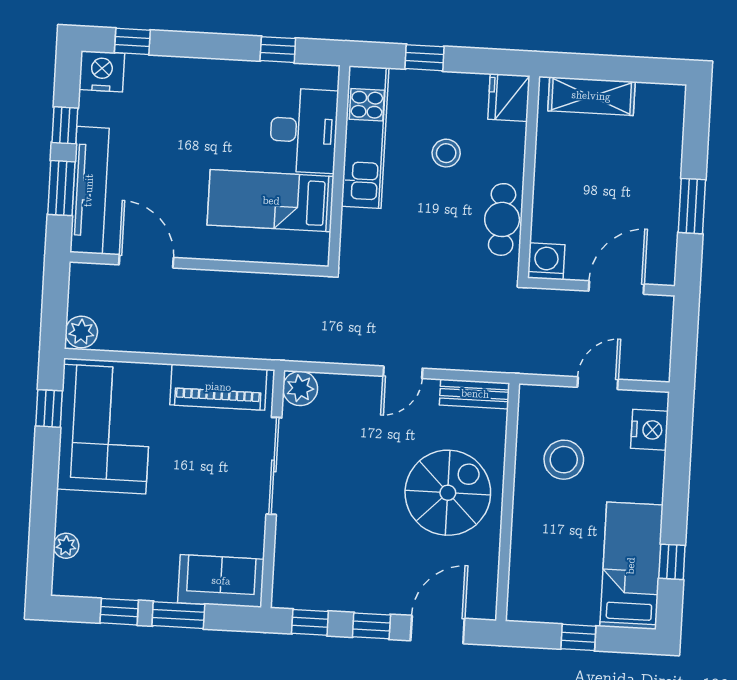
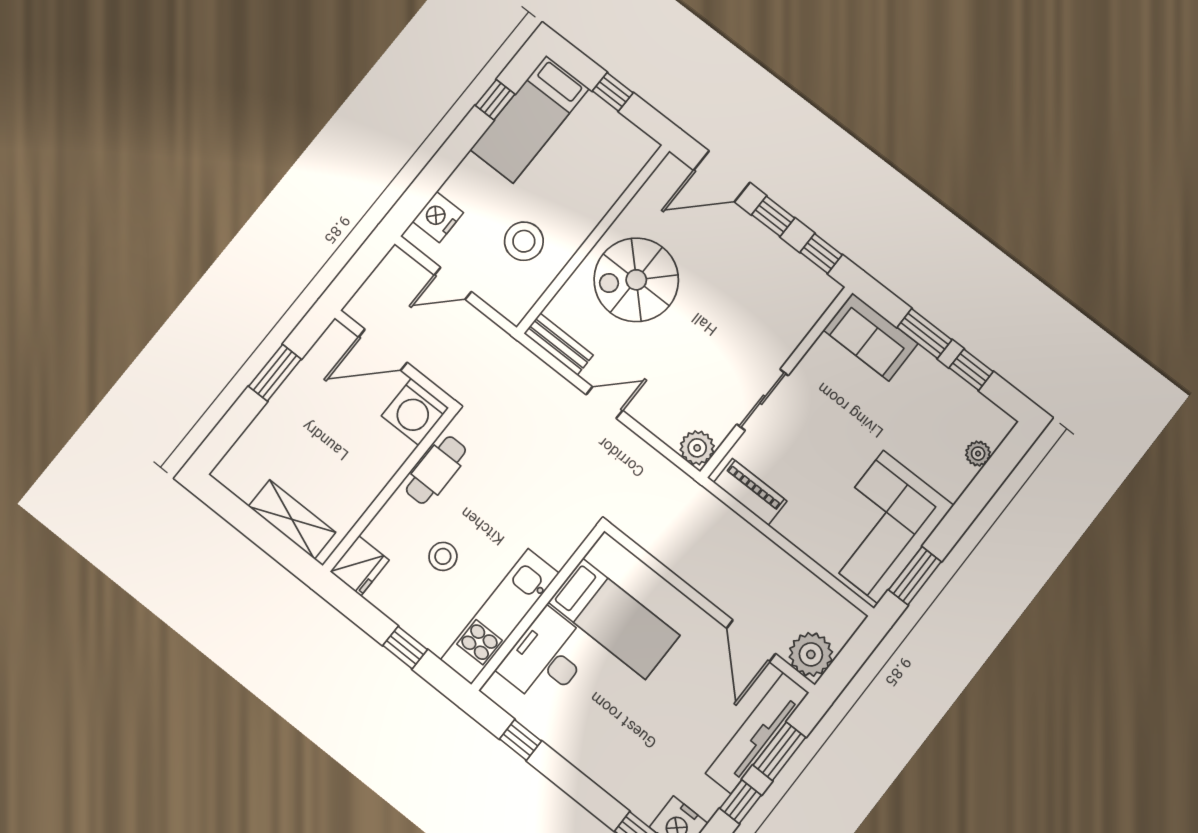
washing machine: (546, 261) -> (415, 412), width x1.37, depth x1.37
plant: (81, 332) -> (811, 654), moved, width x1.36, depth x1.36
piano: (218, 387) -> (750, 492), width x0.73, depth x0.75
window: (49, 408) -> (915, 576), width x1.50
sliding door: (274, 466) -> (763, 400), width x0.73

